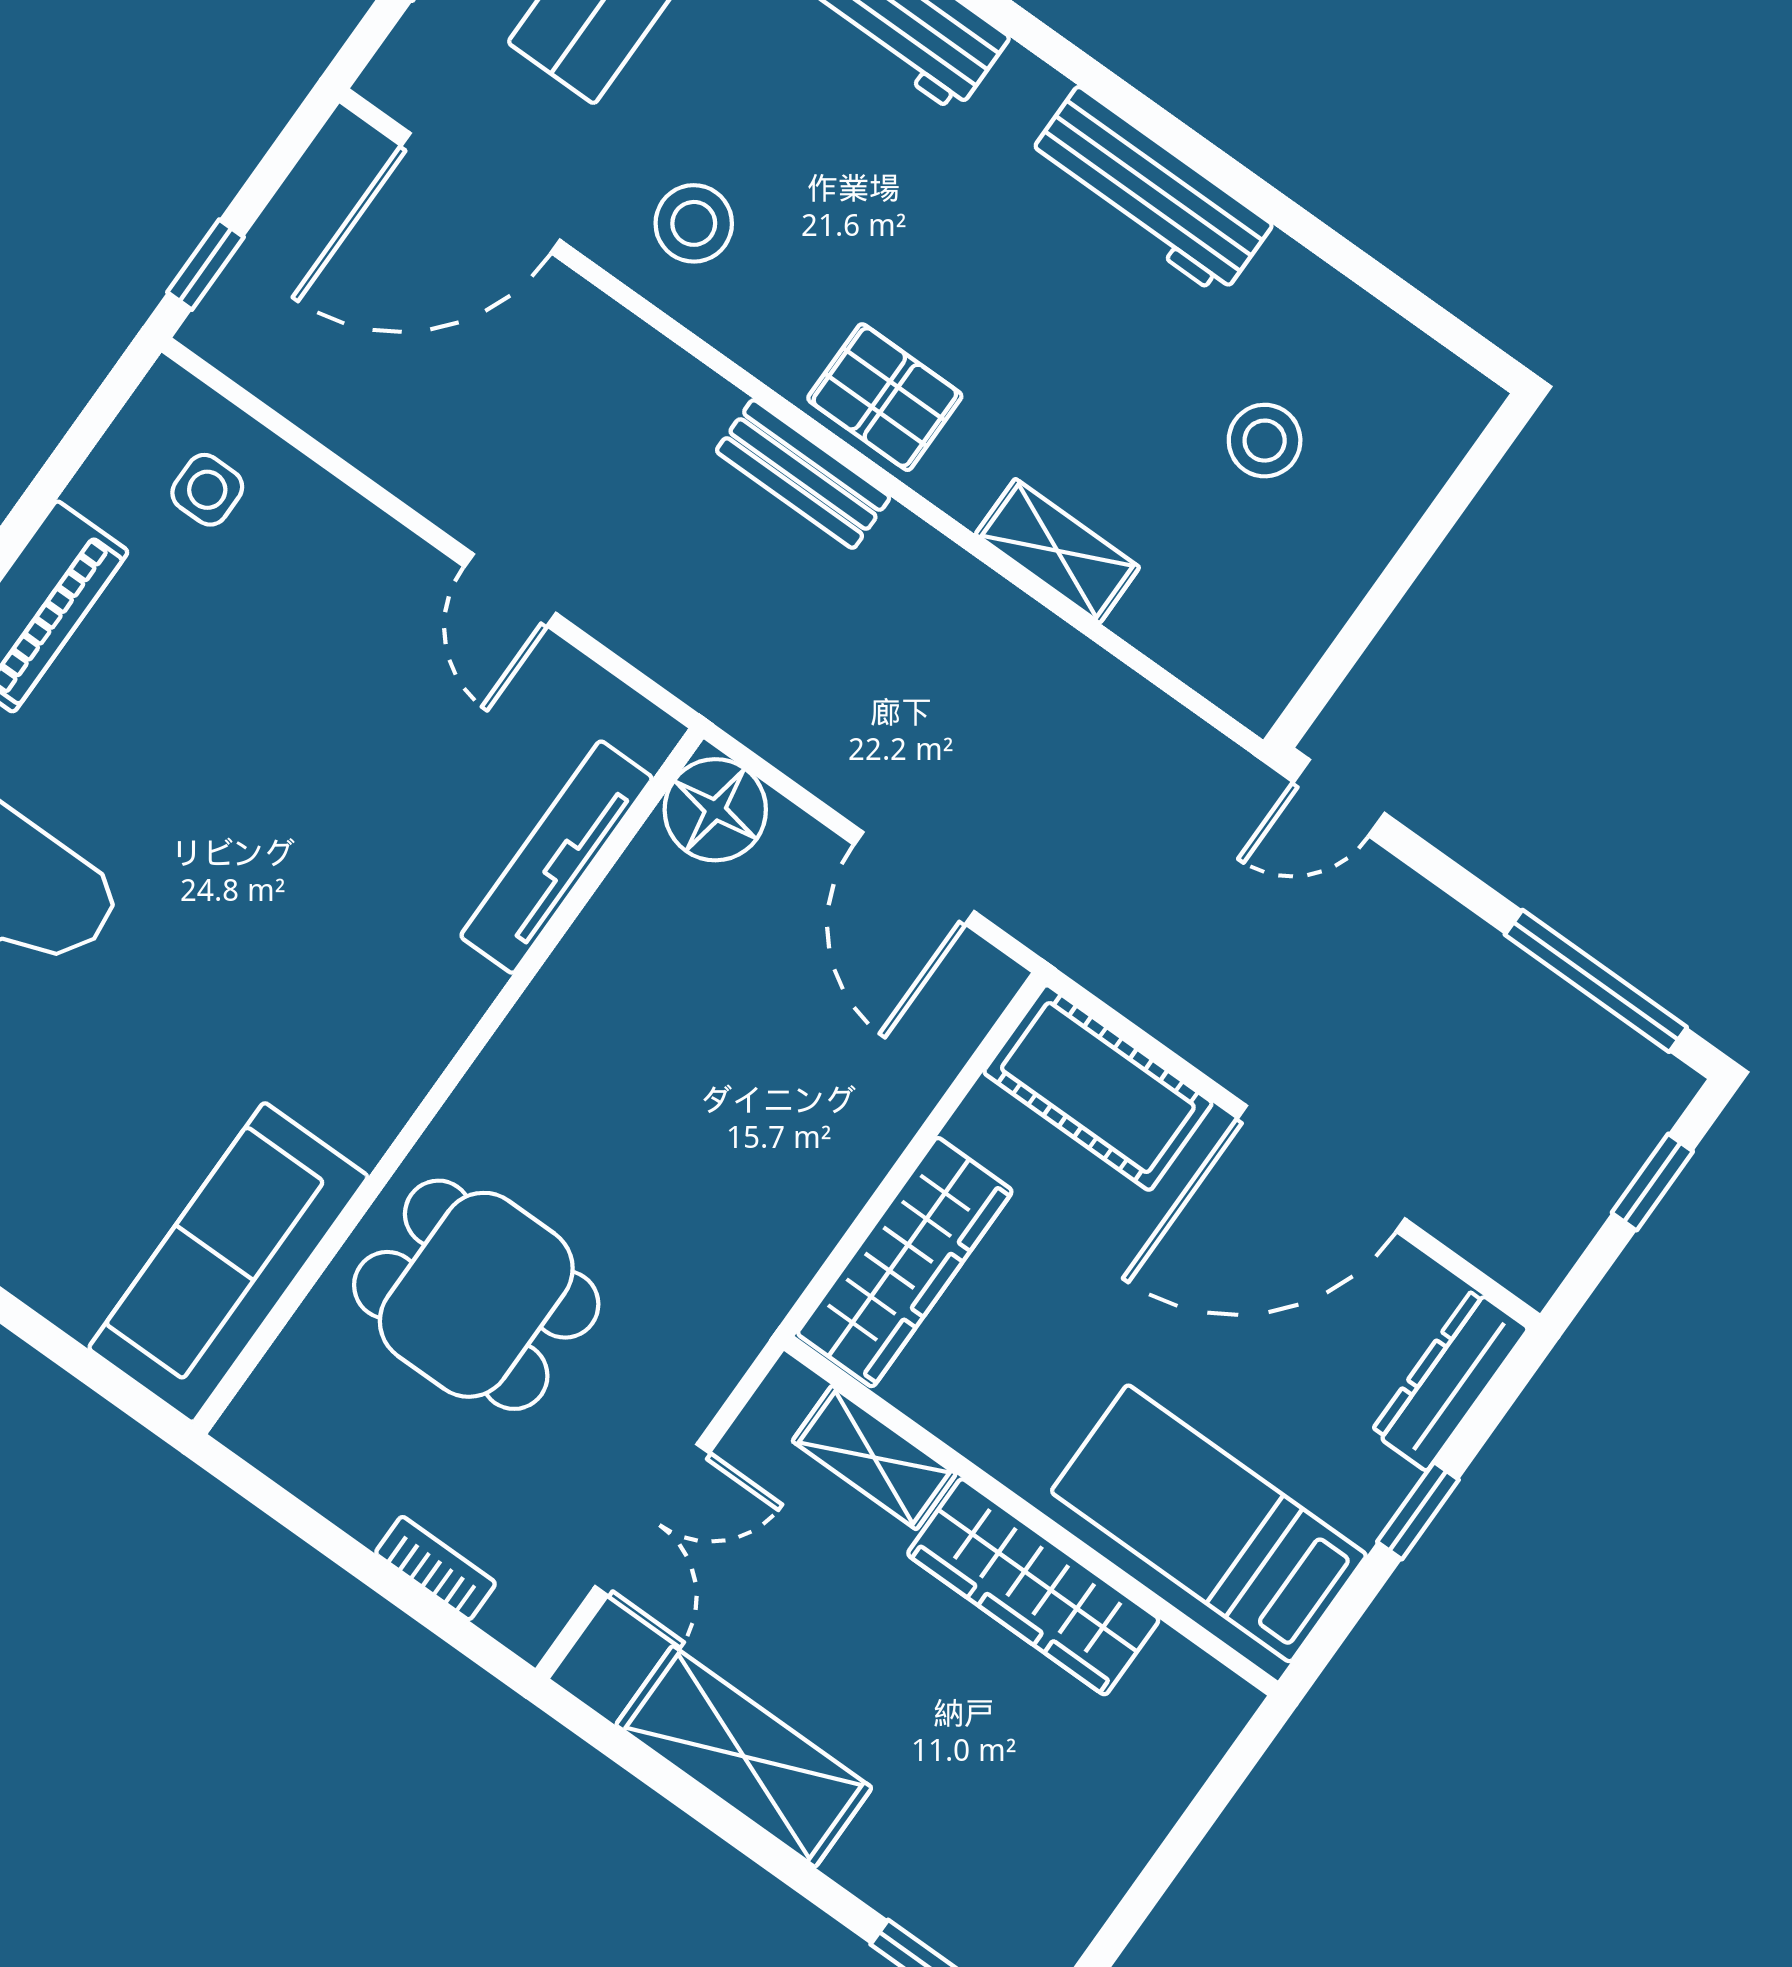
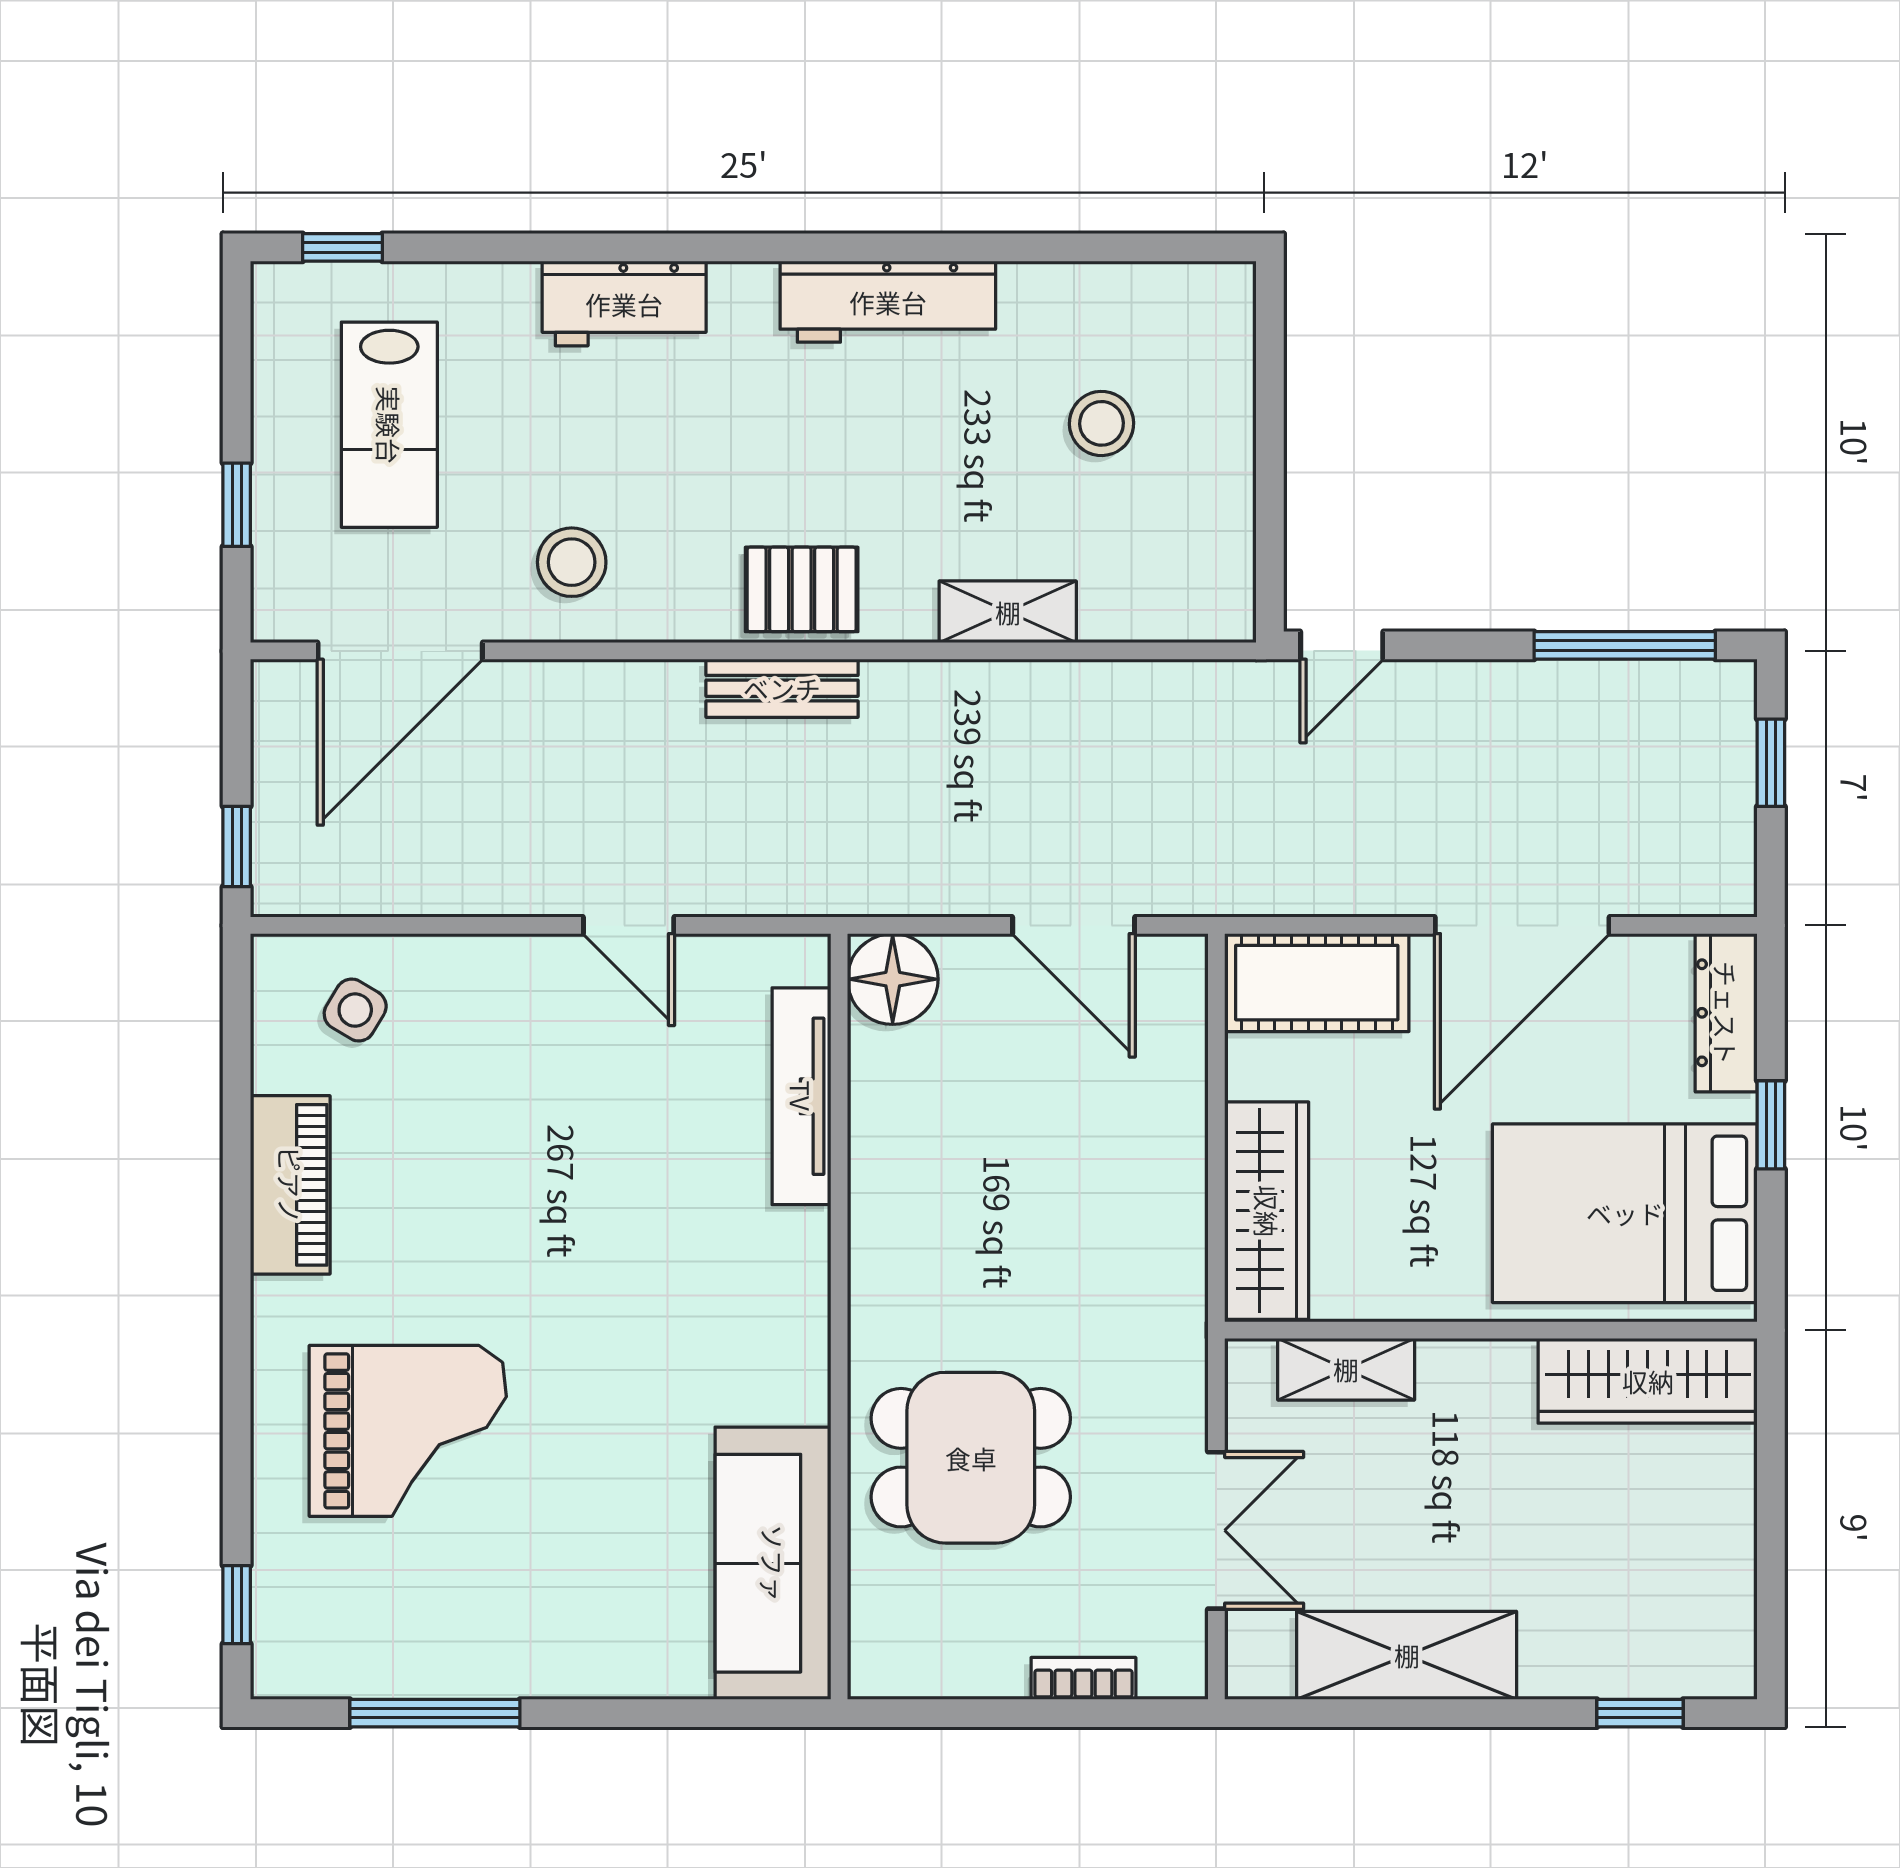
side table: (207, 490) -> (355, 1010), turned 31
bed: (1209, 1523) -> (1625, 1213), width x1.50
wardrobe: (1033, 1587) -> (1648, 1381), moved

